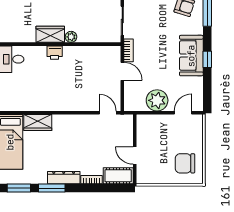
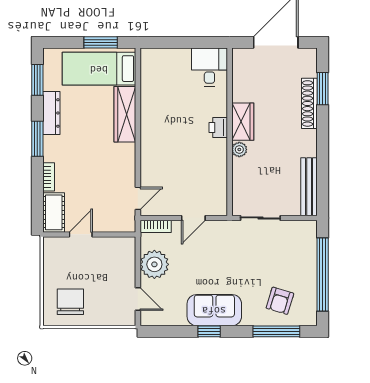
bookcase: (129, 50) -> (156, 226), moved
wardrobe: (38, 122) -> (125, 114), width x1.50
dresser: (64, 178) -> (51, 113), moved
window: (52, 188) -> (37, 139), moved

